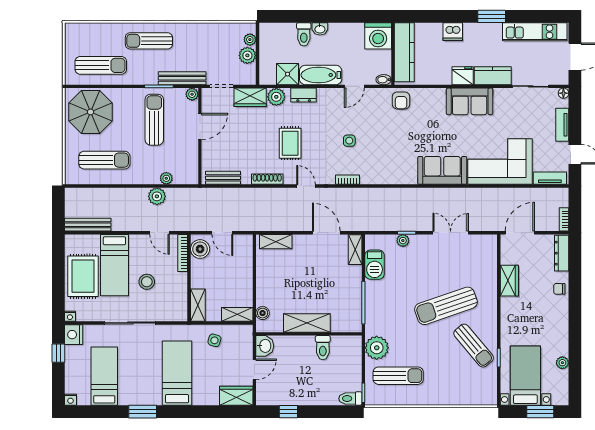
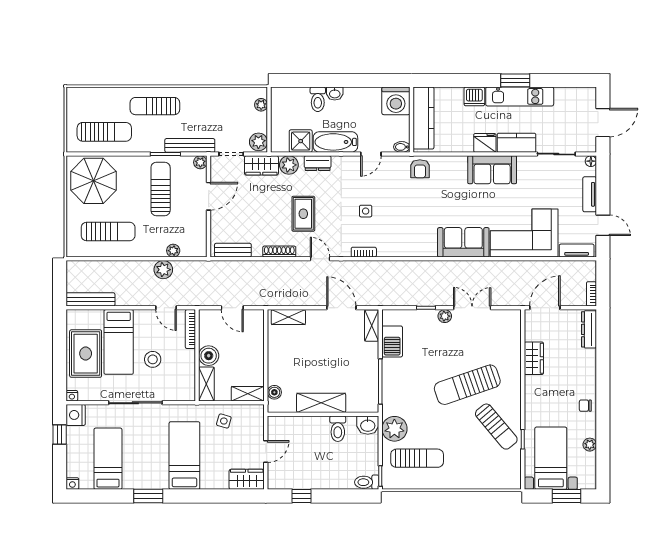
kitchen unit: (535, 32) -> (520, 96), moved
plant: (247, 55) -> (258, 142), moved
plant: (403, 241) -> (445, 316), moved
boiler: (200, 249) -> (209, 356), moved
chair: (559, 289) -> (585, 406), moved
washbasin: (265, 346) -> (368, 425), moved, turned 90

